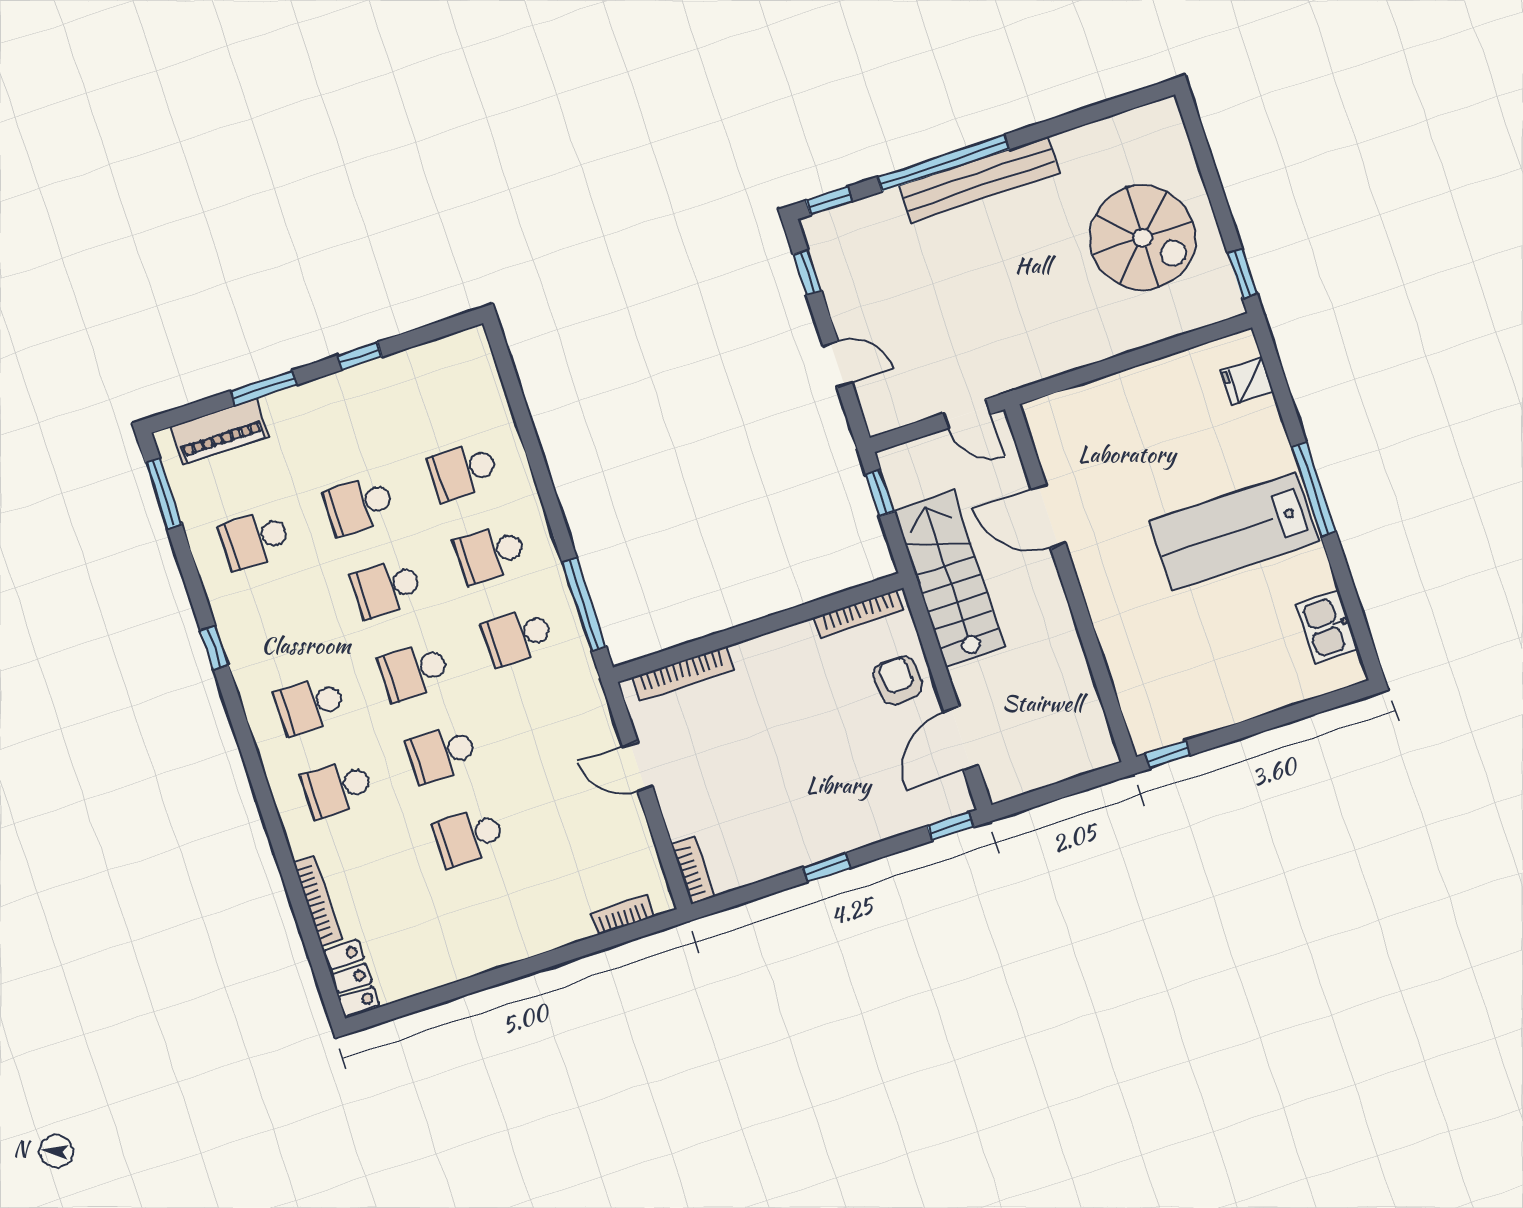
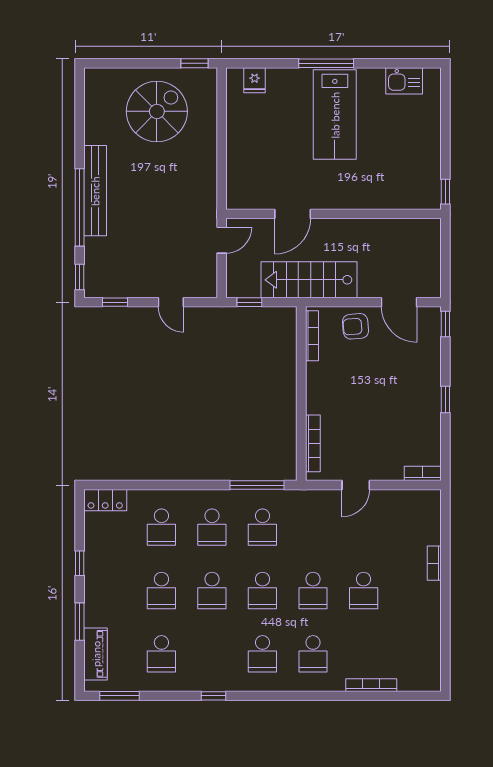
door: (838, 364) -> (171, 302), swing flipped
bookcase: (622, 915) -> (434, 563), moved
locker: (351, 978) -> (105, 500), moved, turned 180

